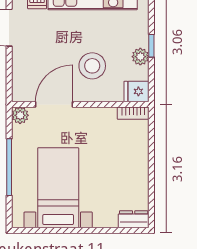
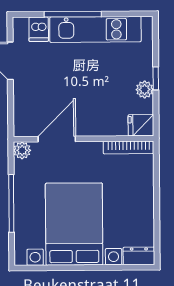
stool: (92, 66) -> (95, 99), removed
bookcase: (133, 113) -> (129, 147), width x1.56
bed with nightstands: (58, 188) -> (74, 224), width x1.36

